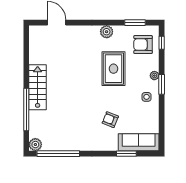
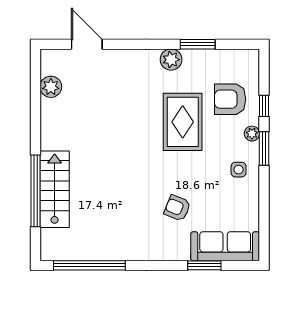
window: (135, 23) -> (198, 44), moved
window: (162, 43) -> (264, 106), moved
armchair: (143, 45) -> (230, 99), moved
stairs: (38, 87) -> (55, 189), moved
plant: (35, 145) -> (51, 87), moved

